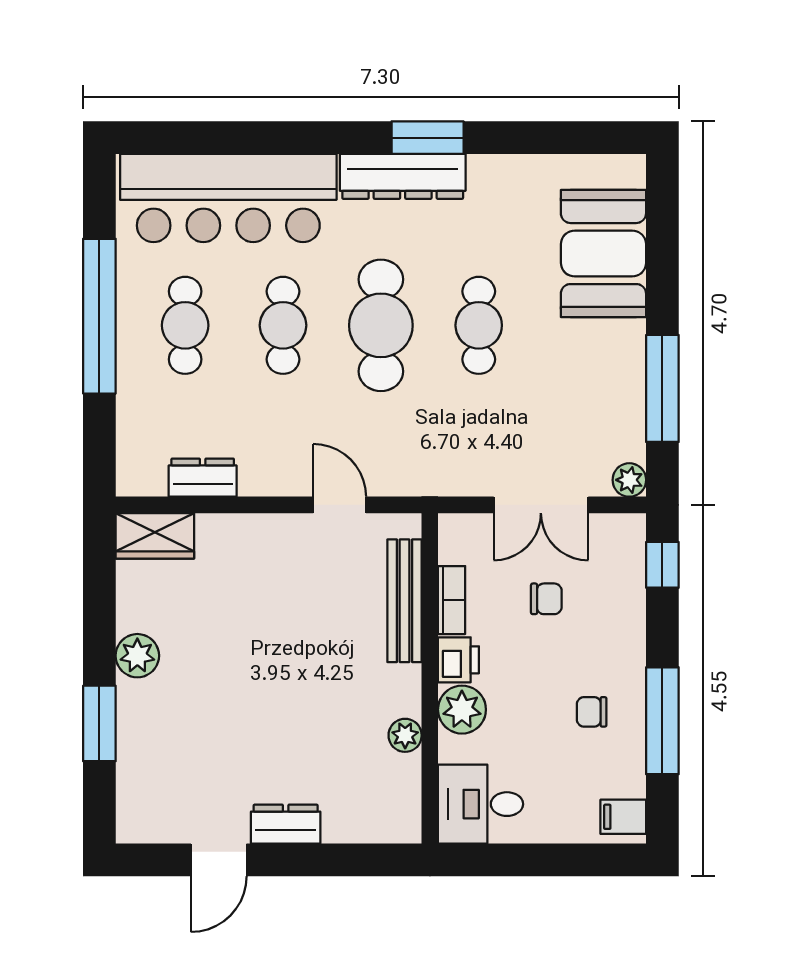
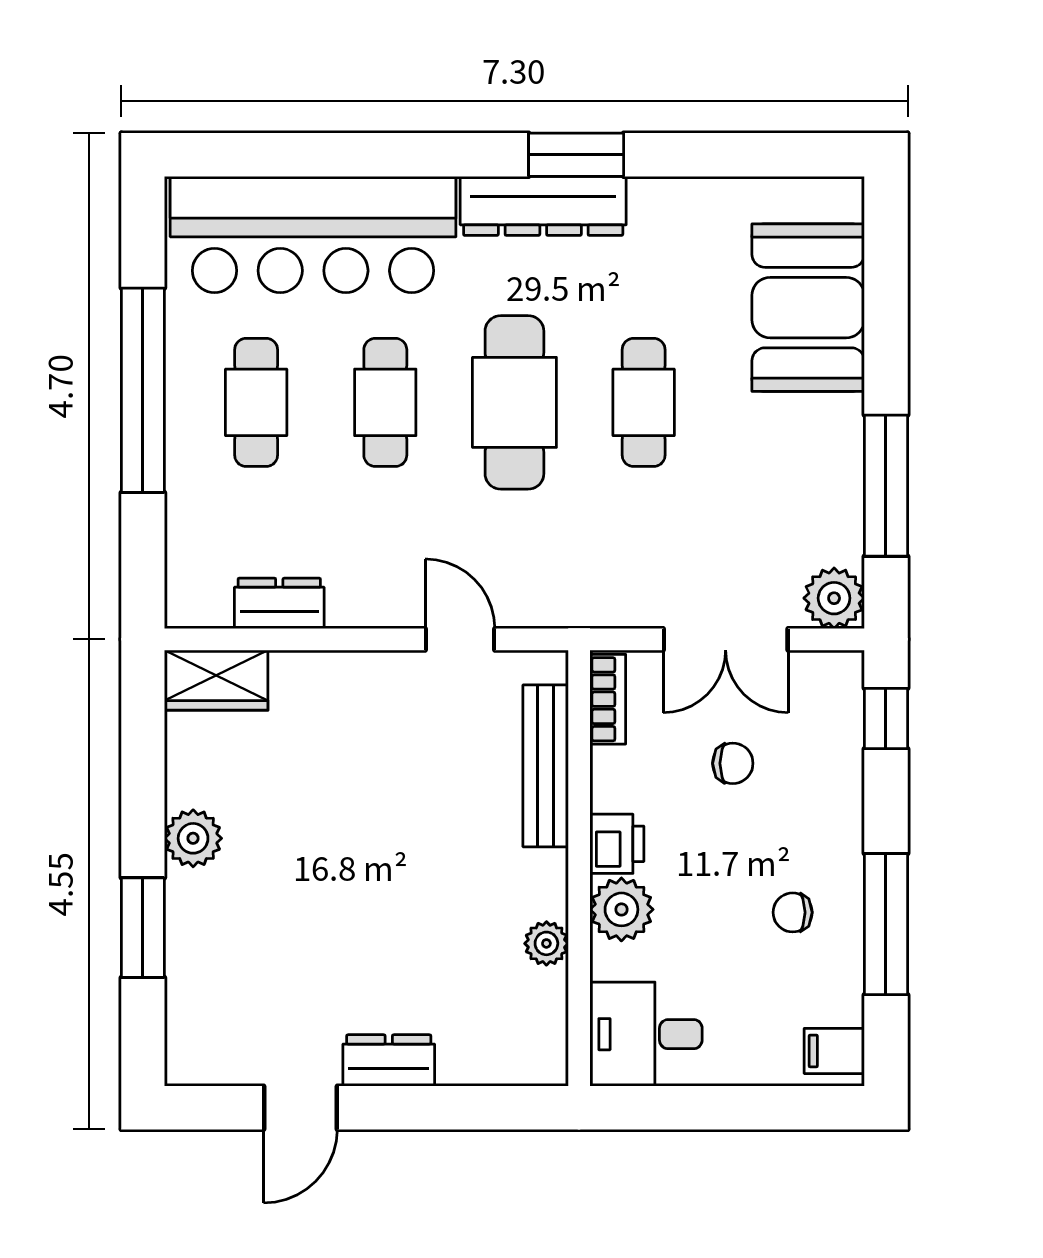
plant: (629, 480) -> (834, 598), width x1.38, depth x1.38
bookcase: (452, 600) -> (608, 699), moved

